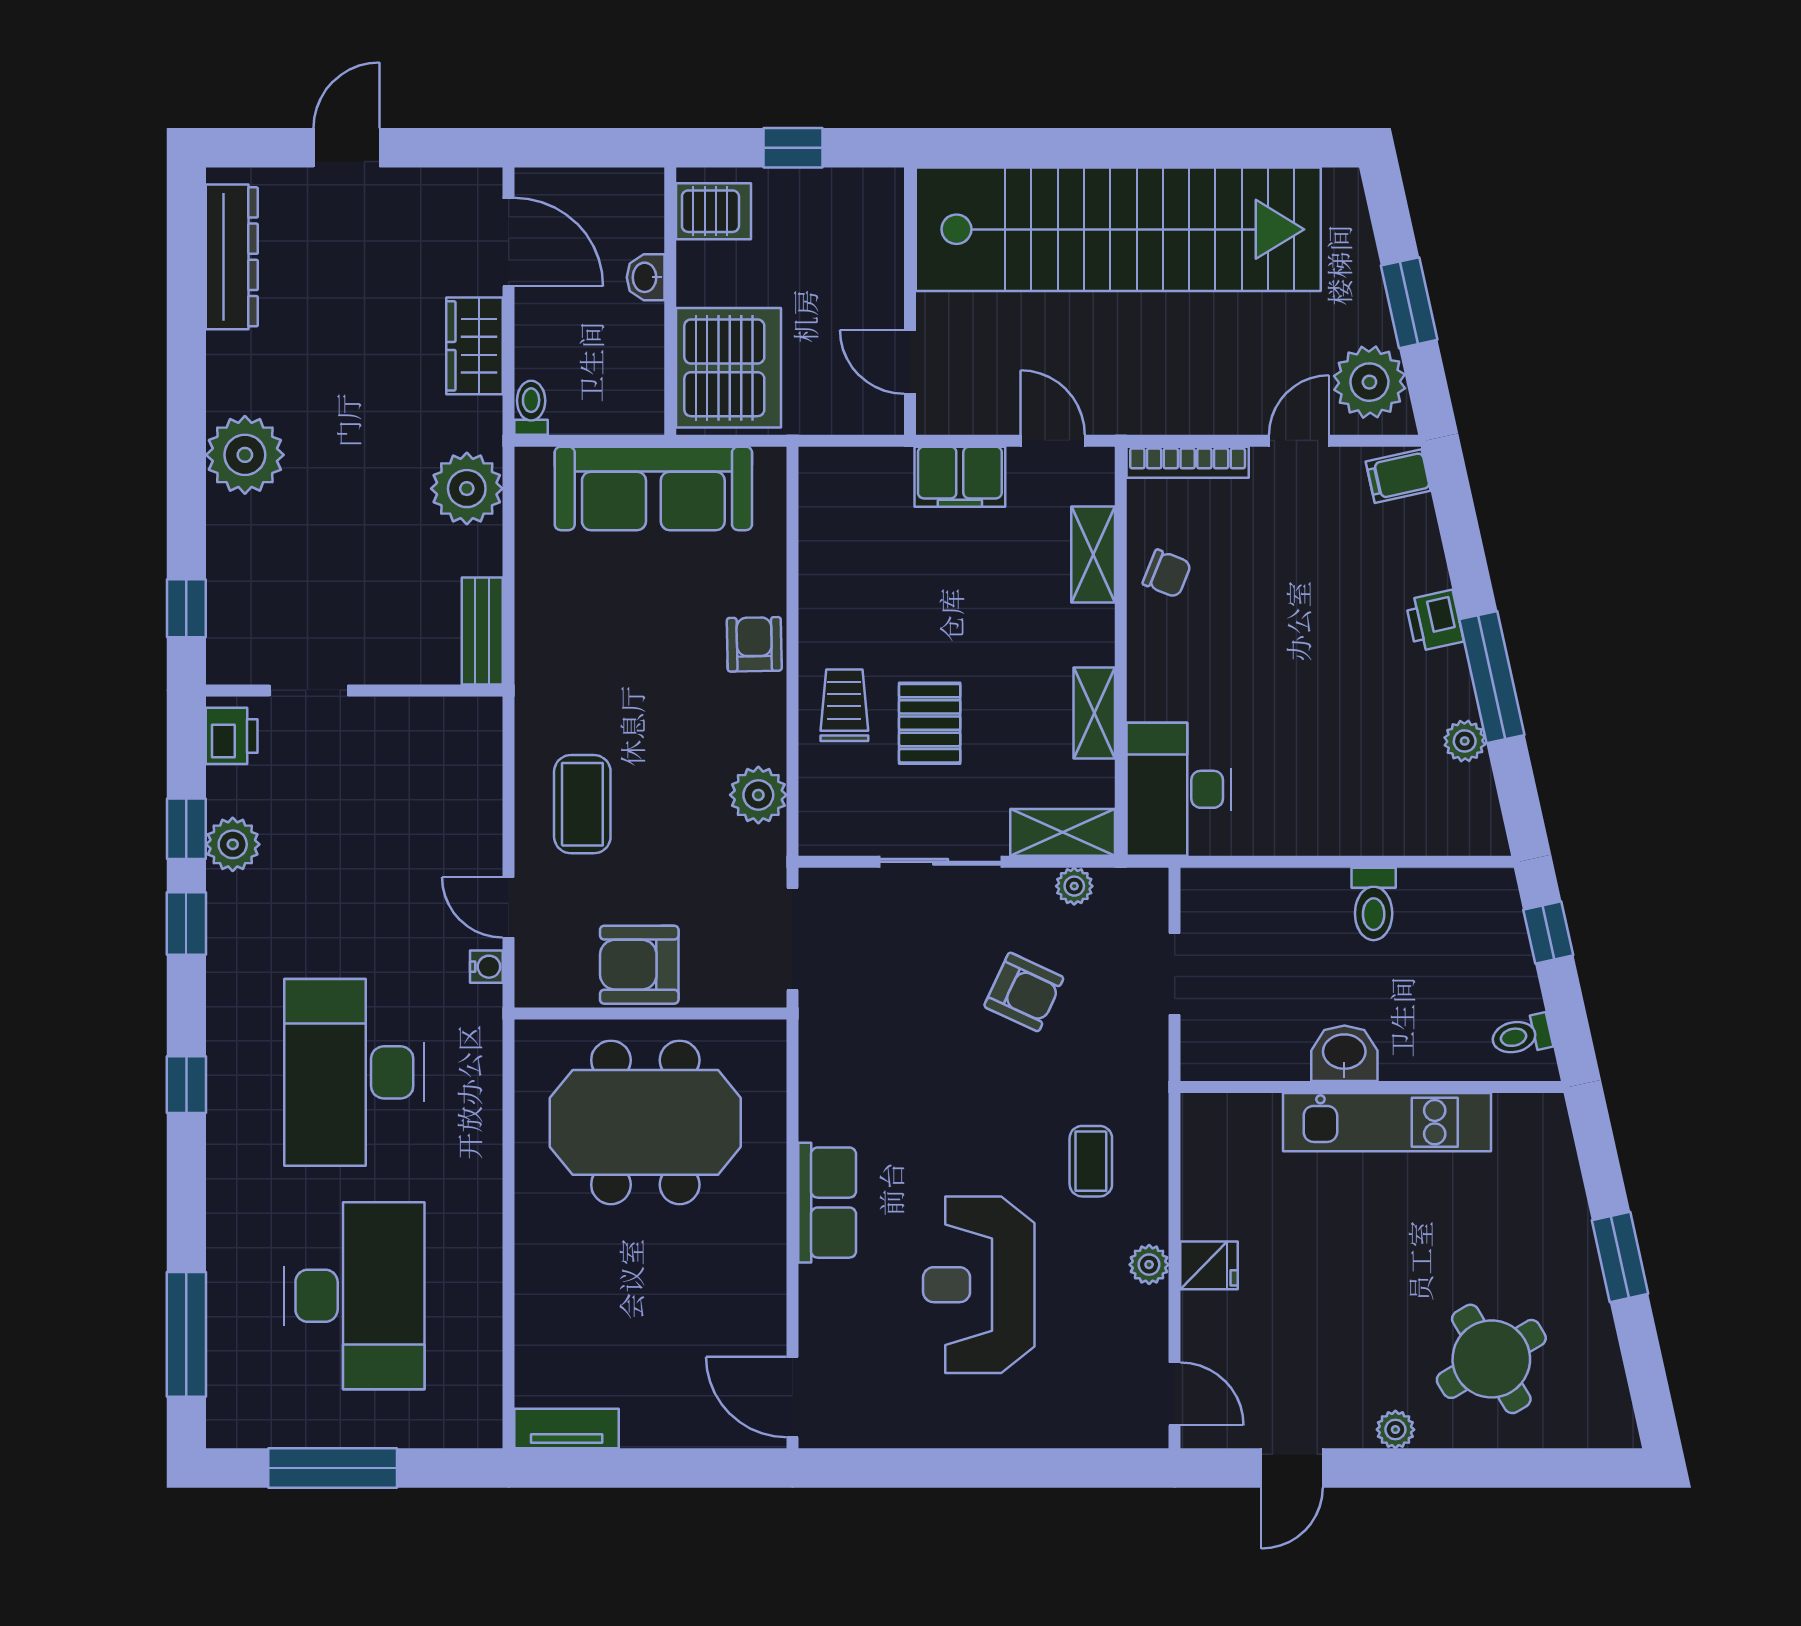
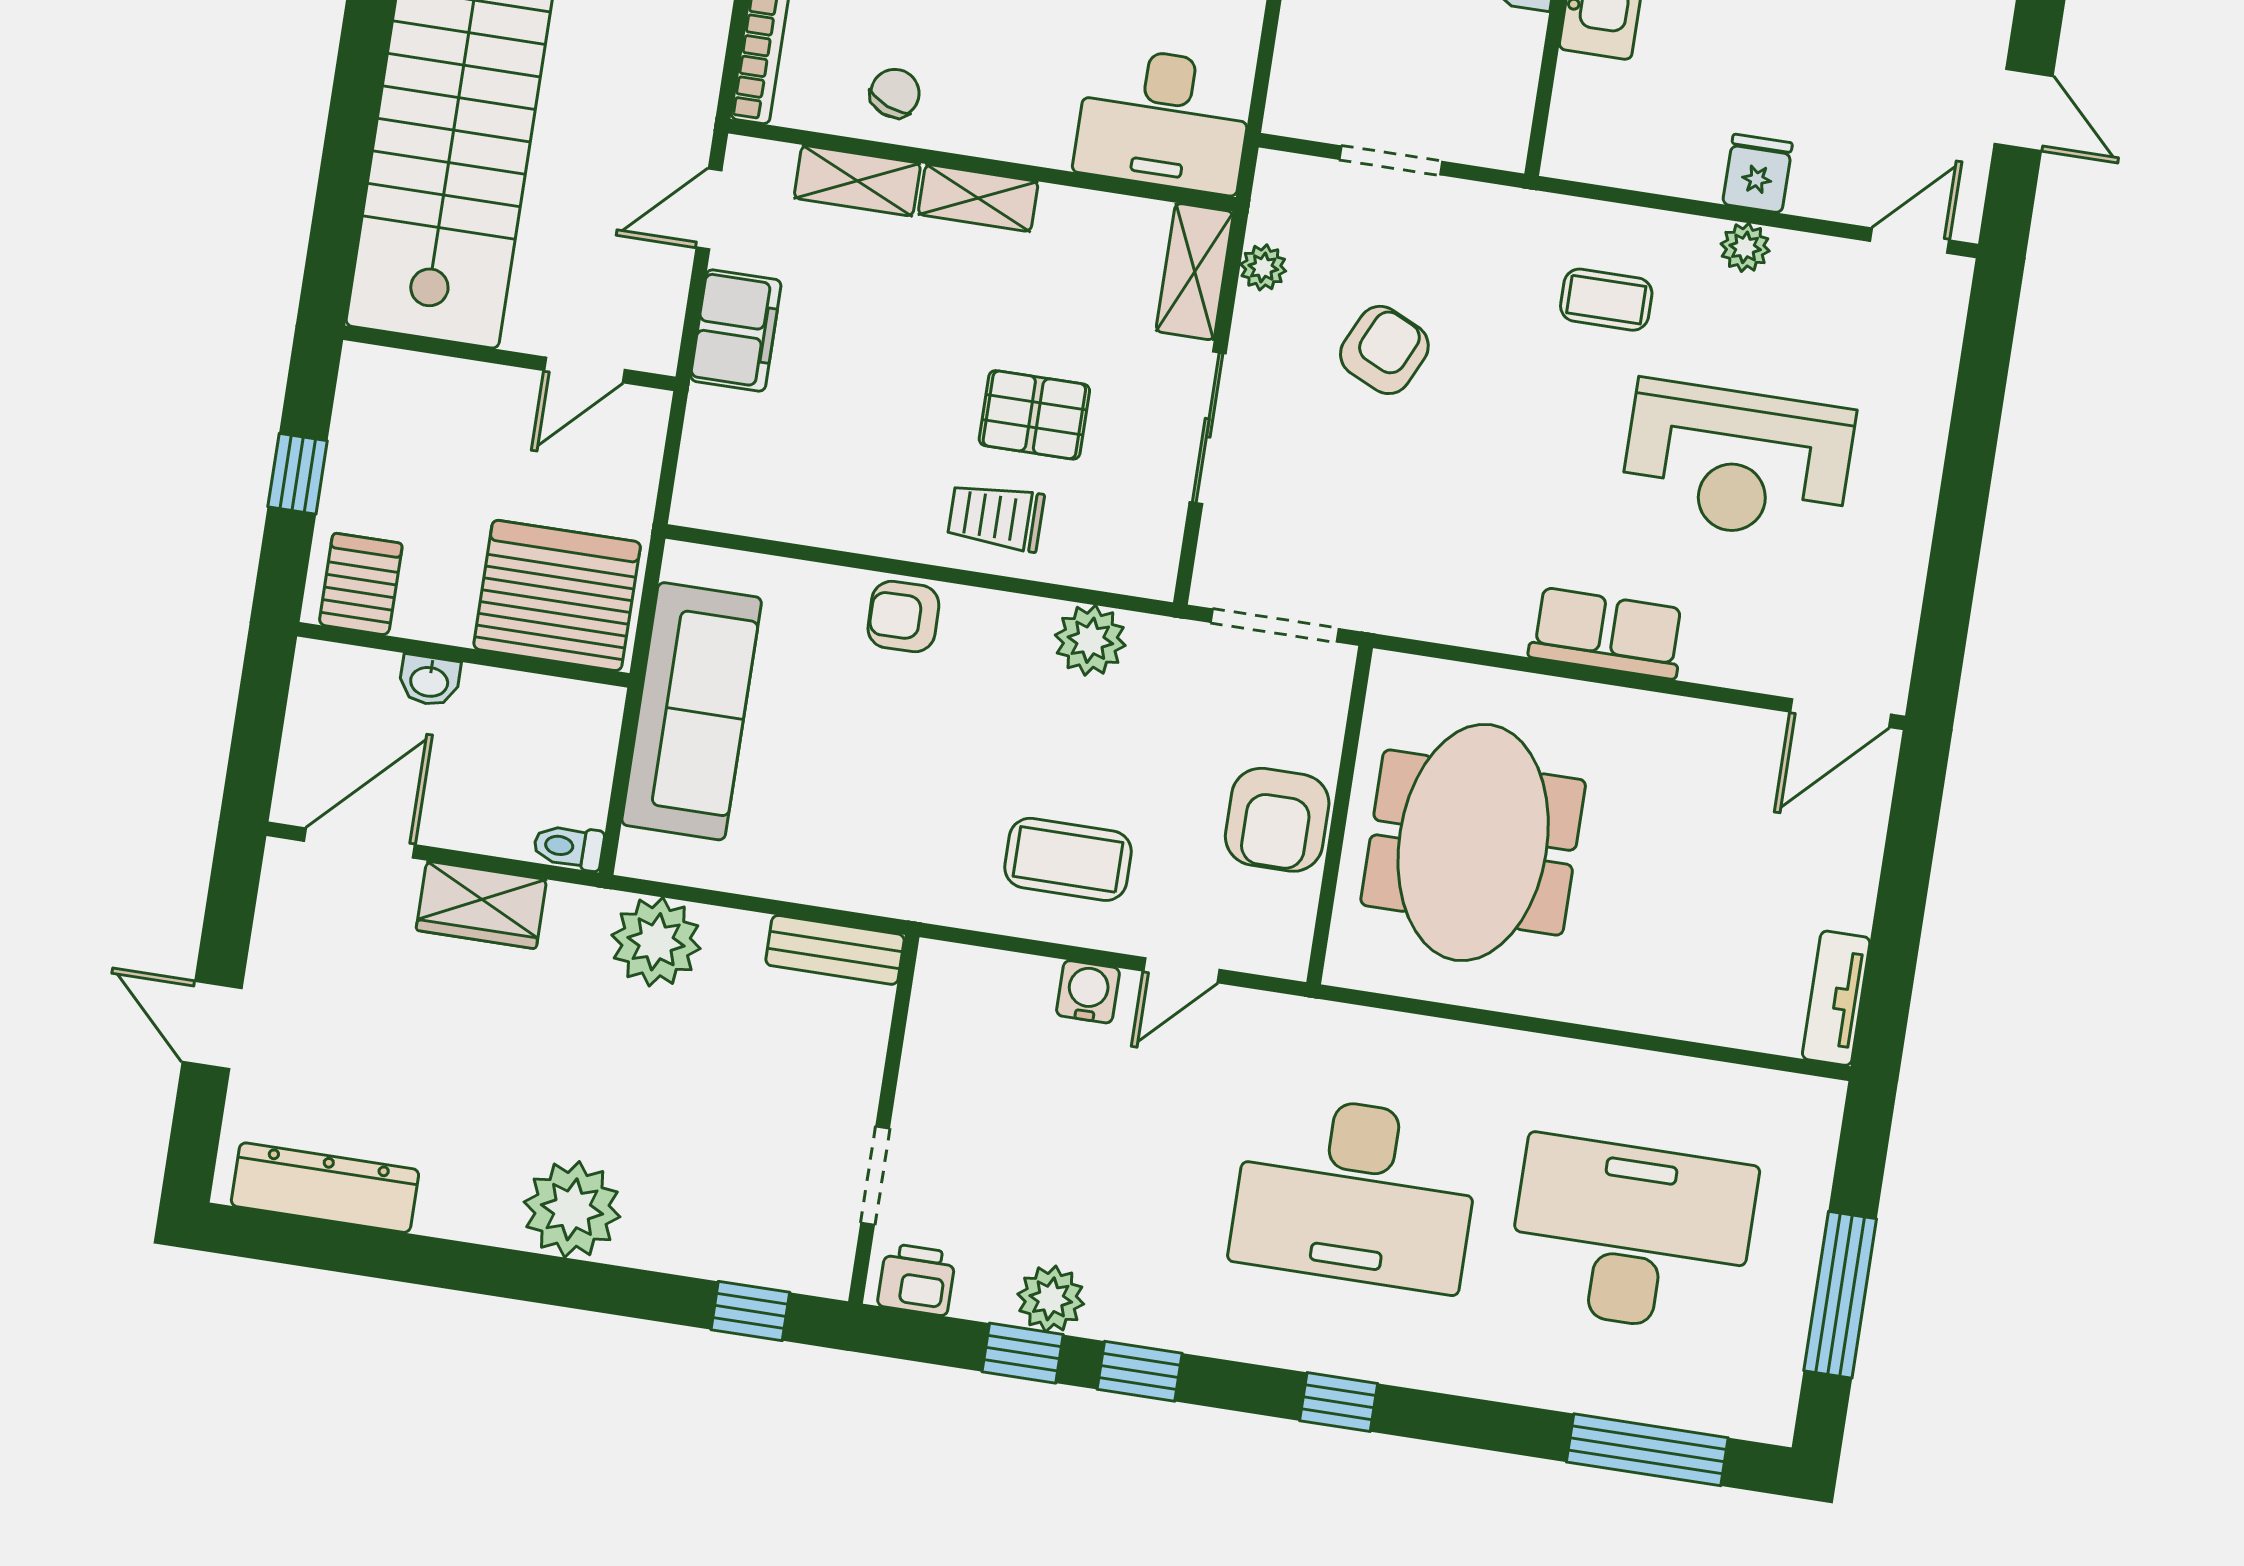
shelving: (1094, 713) -> (978, 198), moved
water cooler: (486, 967) -> (1088, 992), moved, width x1.38, depth x1.38

